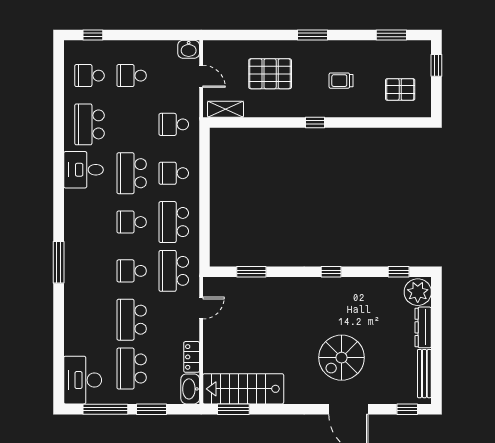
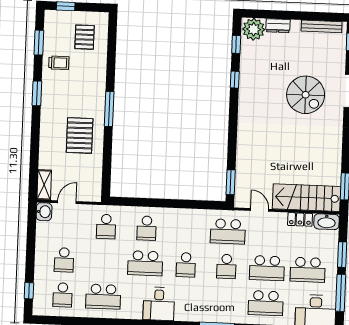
window: (312, 35) -> (37, 93), moved
pallet: (270, 74) -> (80, 135), moved
trolley: (341, 81) -> (59, 63), moved, turned -90
shelving: (225, 109) -> (44, 185), moved
window: (315, 122) -> (109, 109), width x2.17
desk: (84, 170) -> (159, 304), moved
school desk: (174, 222) -> (266, 303), moved
window: (251, 272) -> (231, 182), moved
window: (331, 272) -> (235, 80), moved
dresser: (423, 327) -> (278, 26), width x0.70
stairs: (243, 389) -> (307, 198), moved, turned 90

